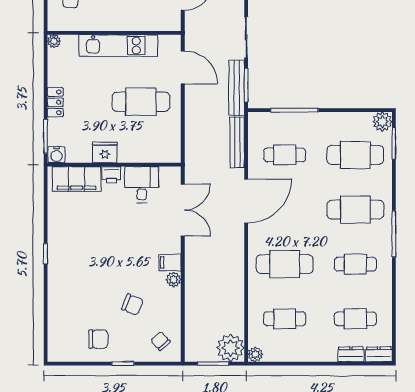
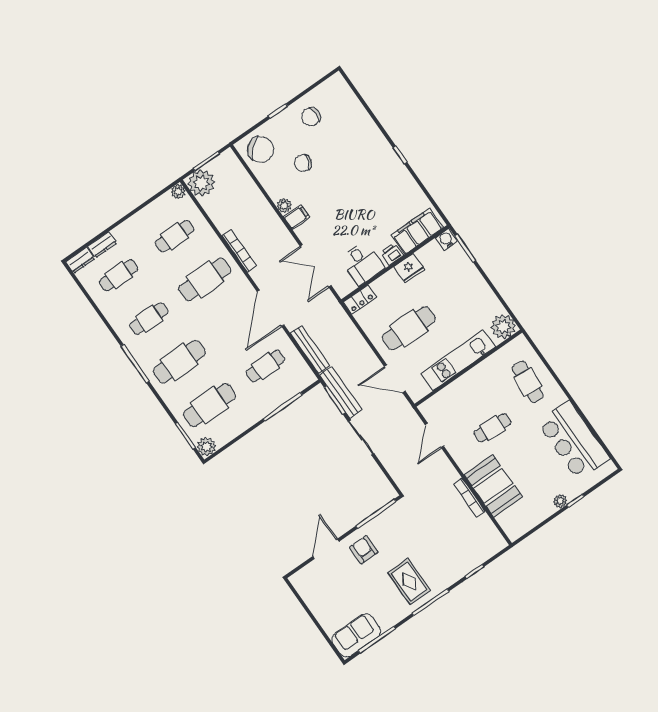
plant: (54, 41) -> (503, 327), width x1.88, depth x1.88
locker: (55, 102) -> (360, 300), moved, turned -90
bookcase: (239, 268) -> (239, 251), added
chair: (160, 341) -> (261, 150), width x1.87, depth x1.87

